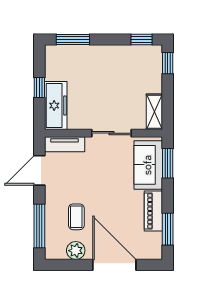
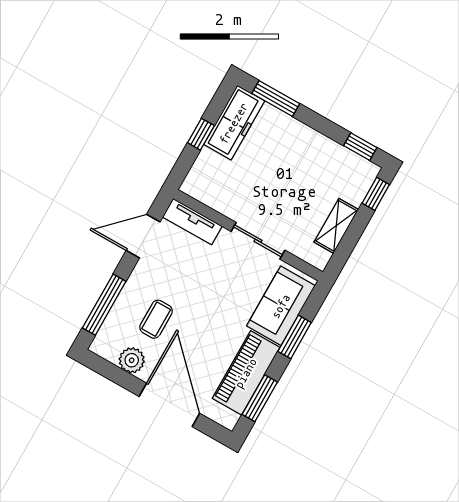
freezer: (56, 106) -> (234, 123), moved
shelving: (154, 112) -> (336, 226), moved
window: (168, 163) -> (295, 337), moved
piano: (153, 211) -> (246, 373), width x1.37, depth x1.33

